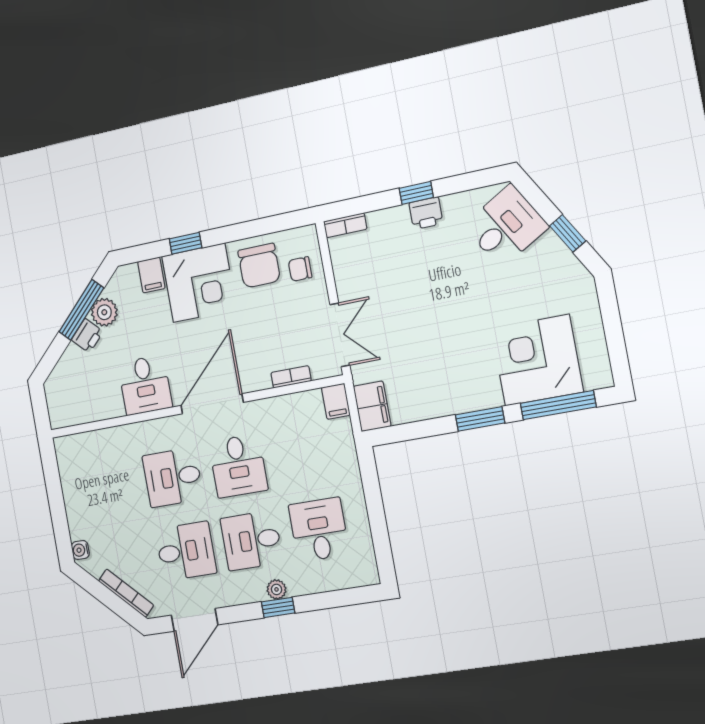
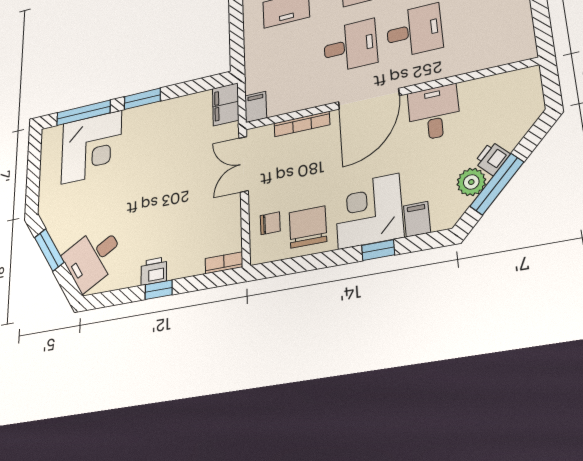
window: (568, 233) -> (49, 250), width x1.50
bookcase: (291, 377) -> (302, 124), width x1.56
desk: (238, 466) -> (350, 46), turned 90

